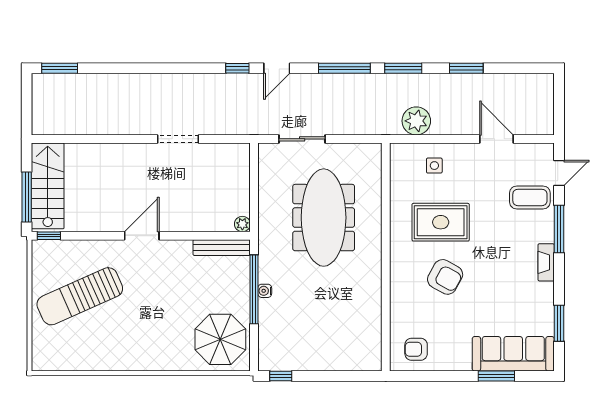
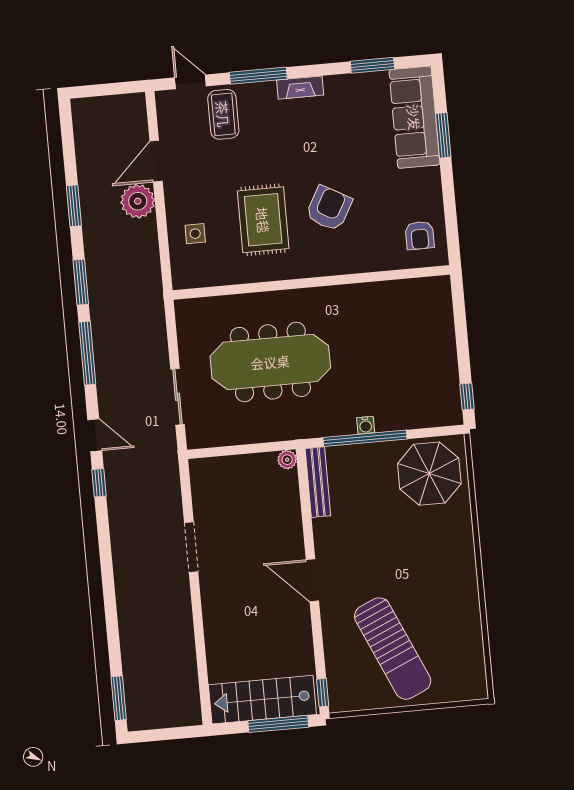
plant: (416, 121) -> (138, 201), moved

